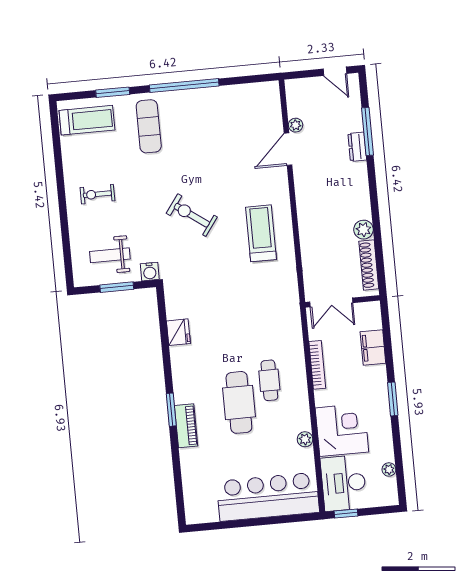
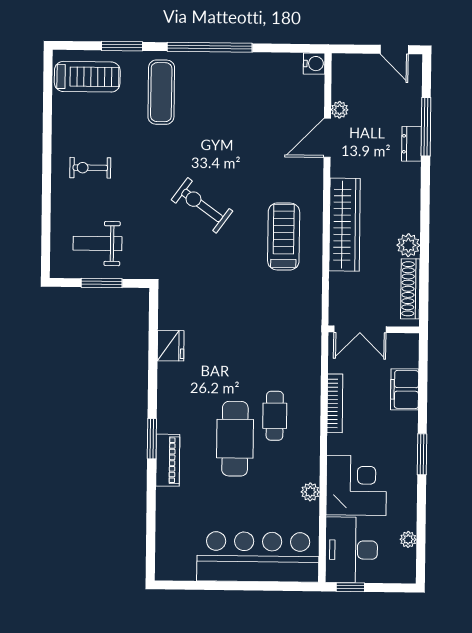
wardrobe: (310, 218) -> (345, 225), added
water cooler: (150, 272) -> (314, 64), moved, turned -90

